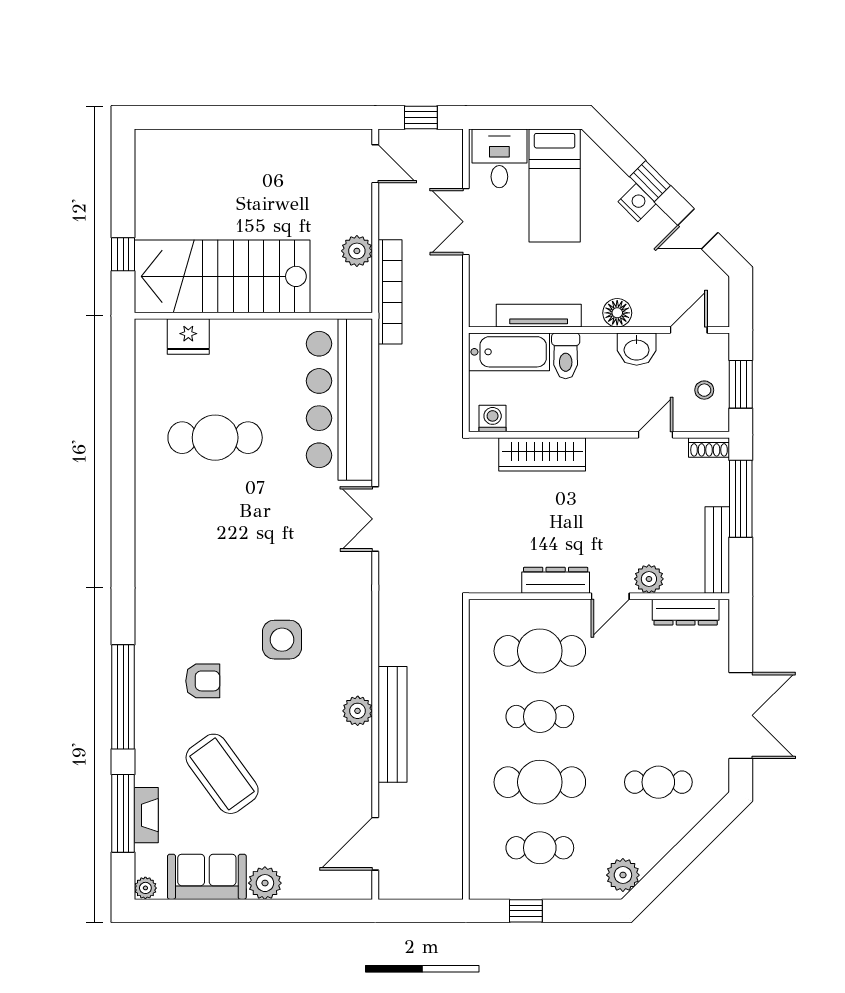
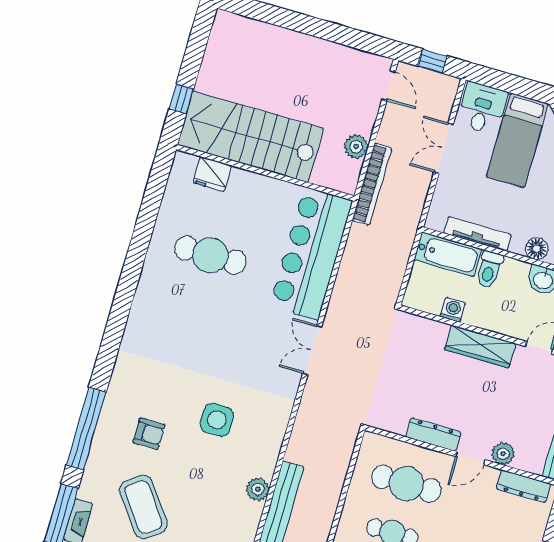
washing machine: (493, 419) -> (453, 310), moved
wardrobe: (542, 454) -> (480, 346), moved

